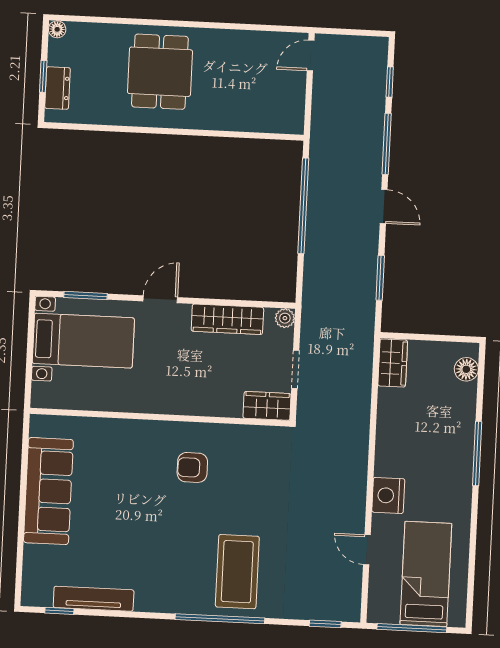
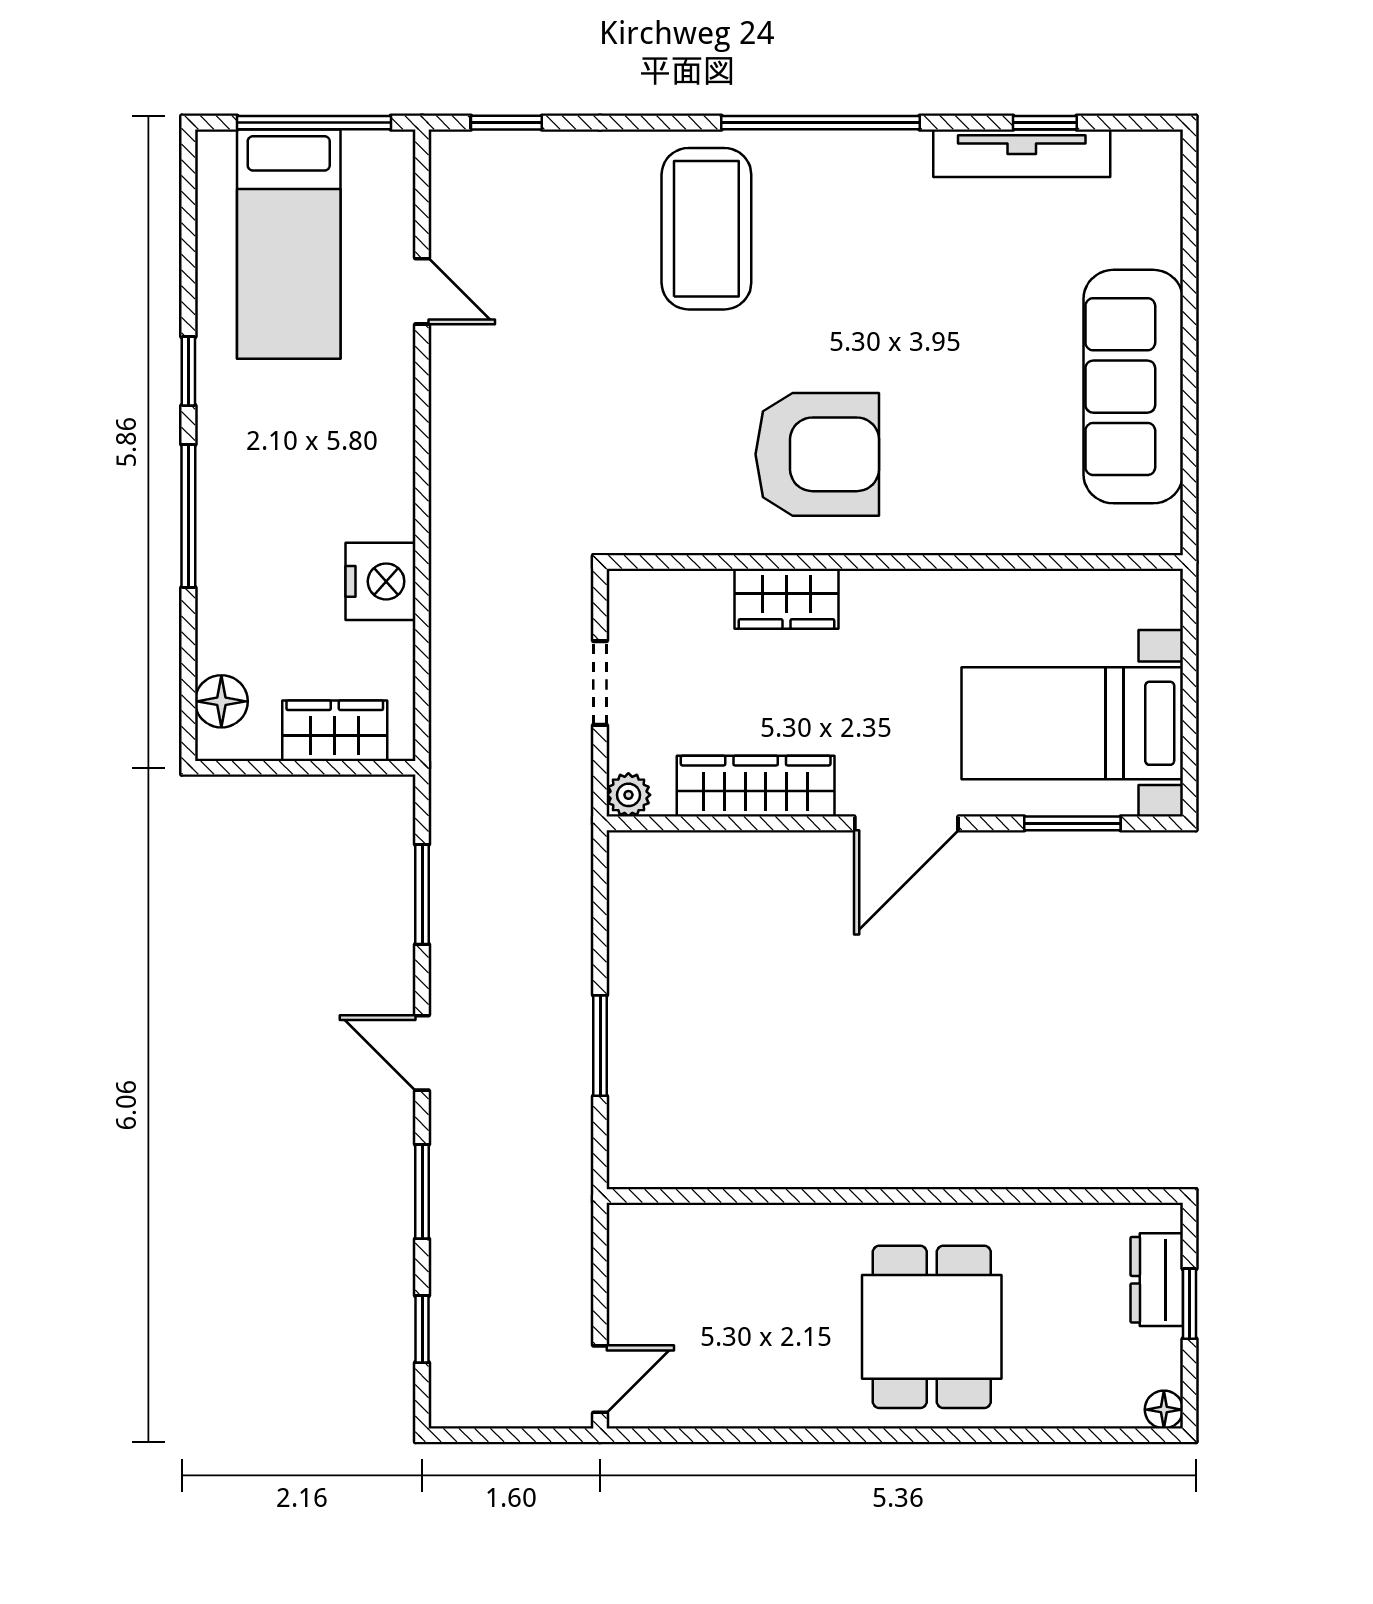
window: (387, 144) -> (422, 1192), width x0.69
window: (303, 206) -> (600, 1046), width x0.47
door: (160, 299) -> (906, 823), width x1.38
wardrobe: (393, 363) -> (335, 731), moved, turned 90
wardrobe: (267, 406) -> (786, 599), moved
armchair: (192, 467) -> (817, 454), width x1.88, depth x1.88
nightstand: (388, 495) -> (381, 581), moved
window: (474, 519) -> (188, 371), added
window: (59, 611) -> (1045, 123), moved
window: (220, 619) -> (820, 123), moved

